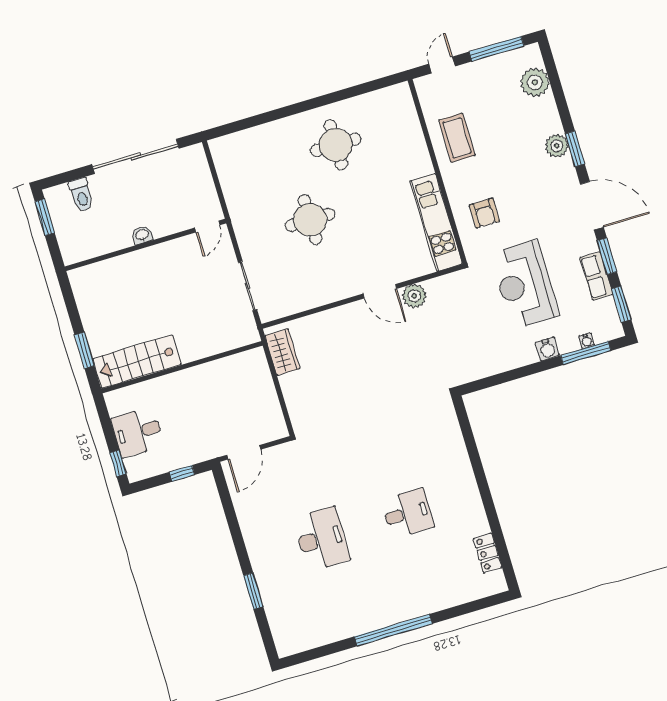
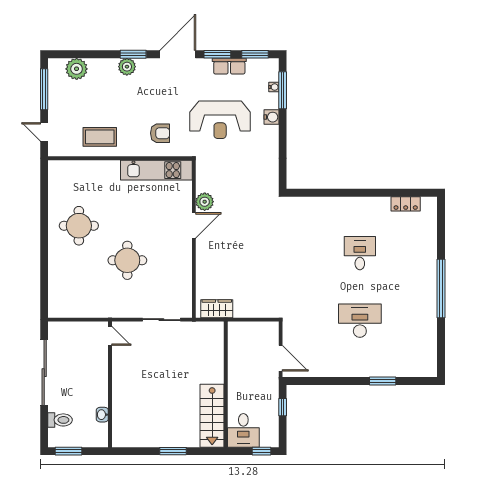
washbasin: (142, 235) -> (102, 415), moved
stairs: (137, 362) -> (212, 416), moved
wall: (182, 367) -> (226, 384), moved

